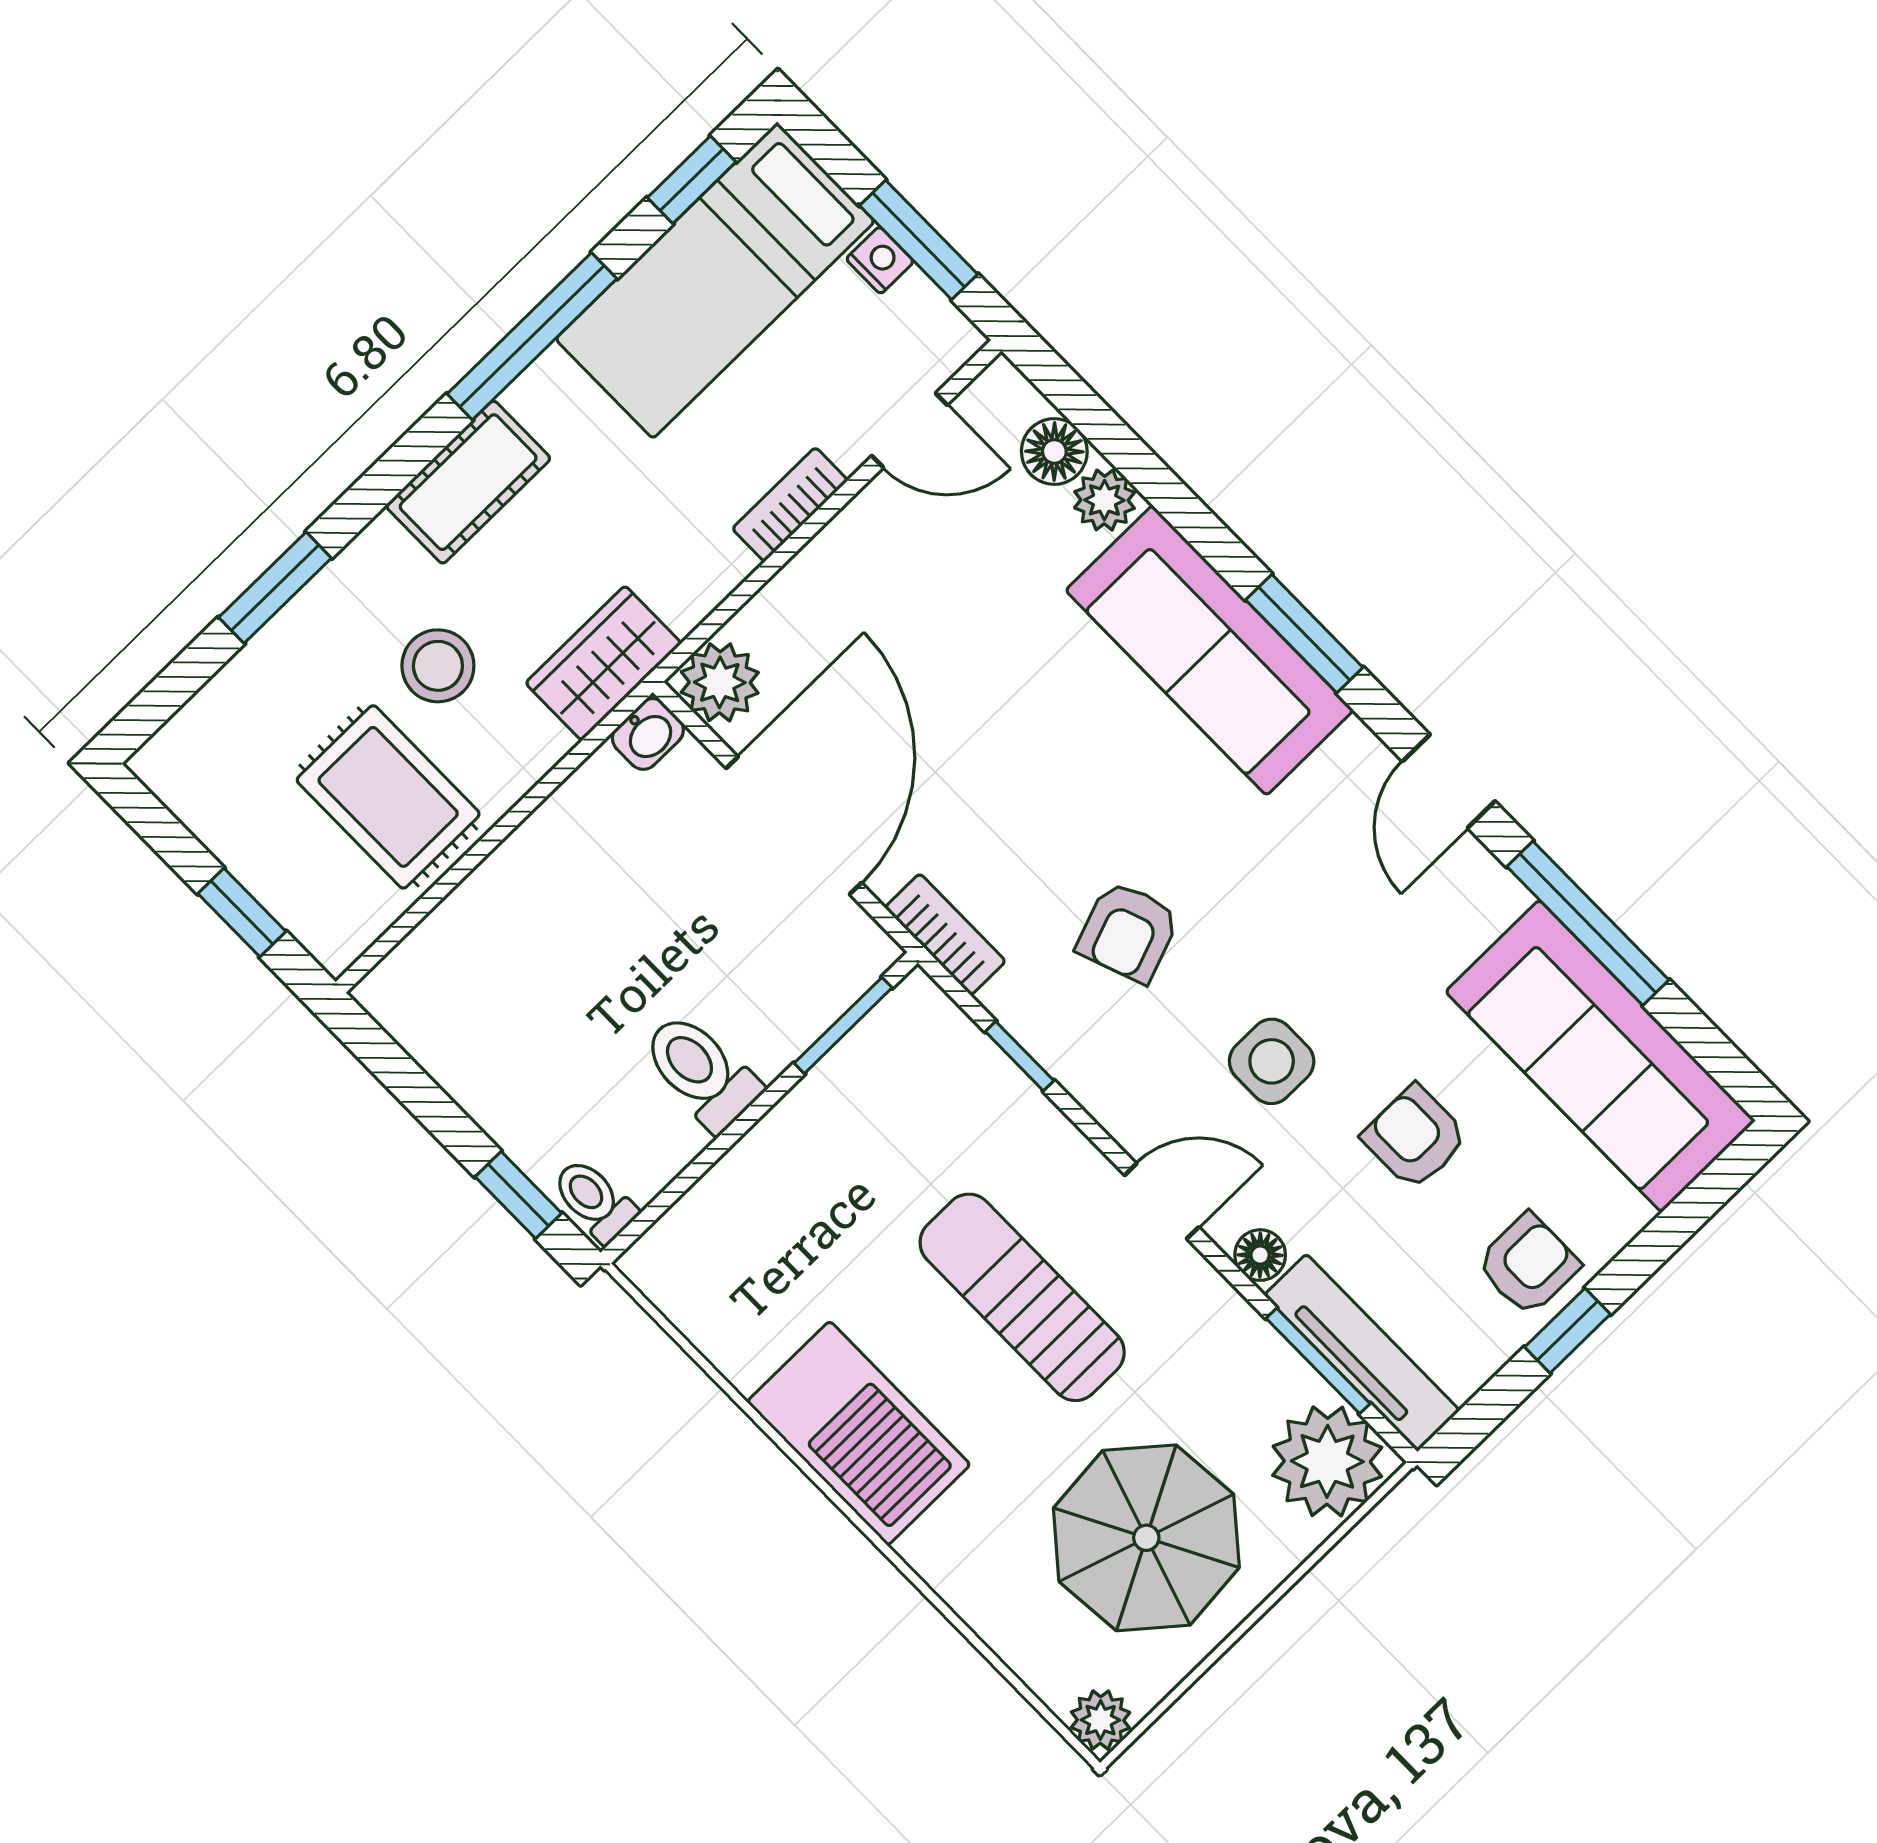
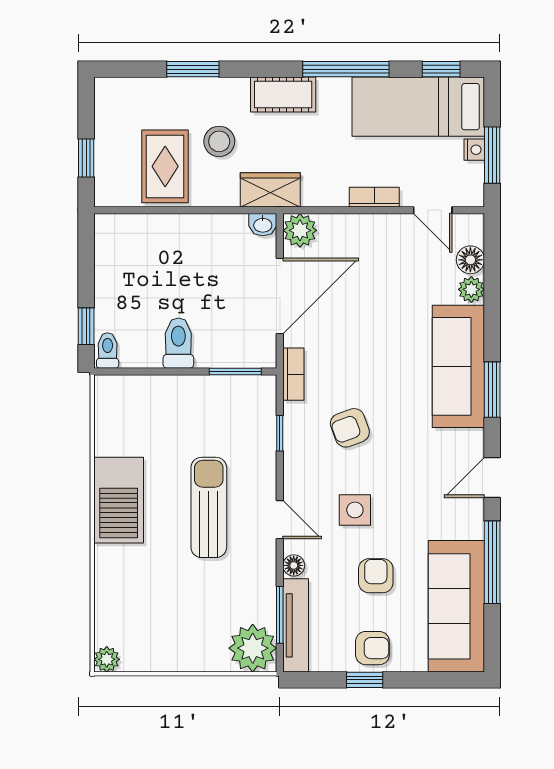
parasol: (1146, 1538) -> (175, 618), removed

